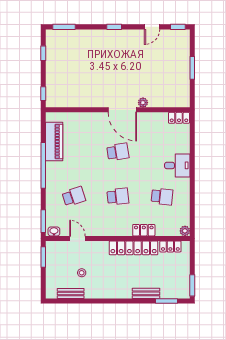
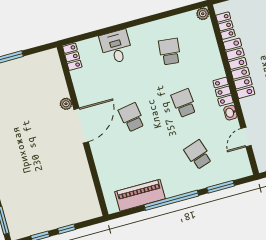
window: (43, 94) -> (66, 229), moved
desk: (177, 165) -> (116, 47), moved
window: (43, 221) -> (221, 187), moved
locker: (144, 230) -> (223, 92), moved
washbasin: (54, 231) -> (230, 113), moved

